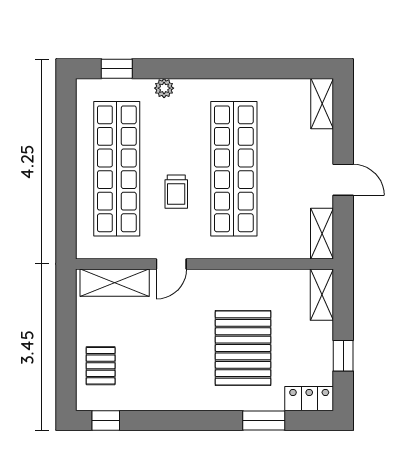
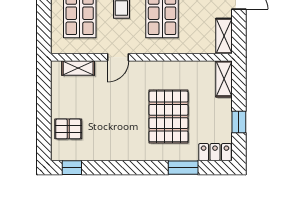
shelving: (115, 283) -> (78, 68), width x0.67, depth x0.75
pallet: (101, 366) -> (68, 129), turned 90

